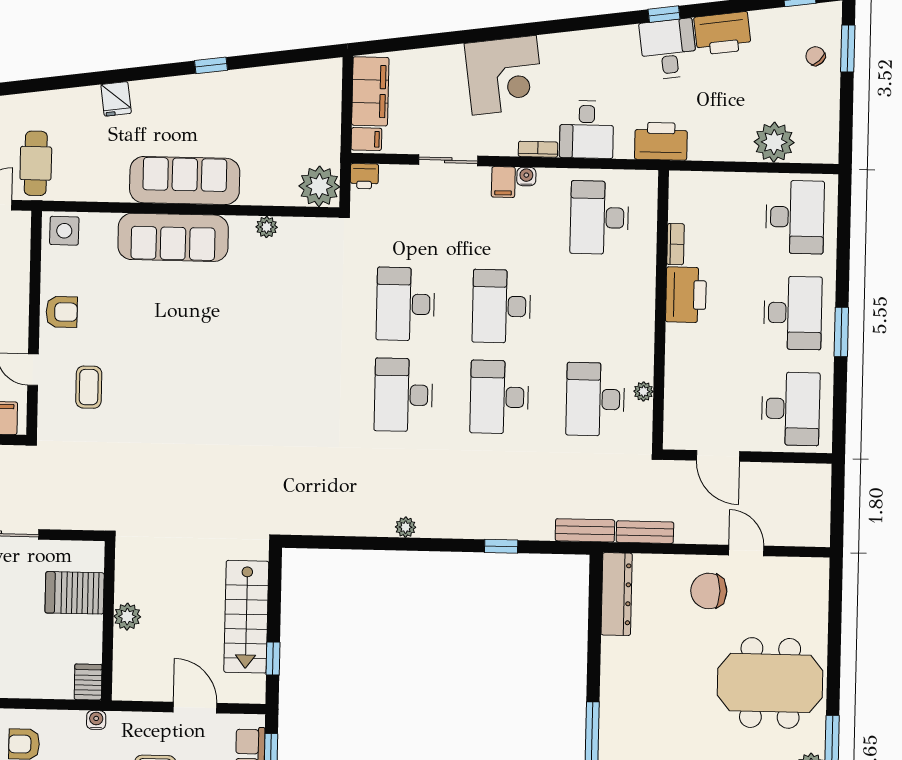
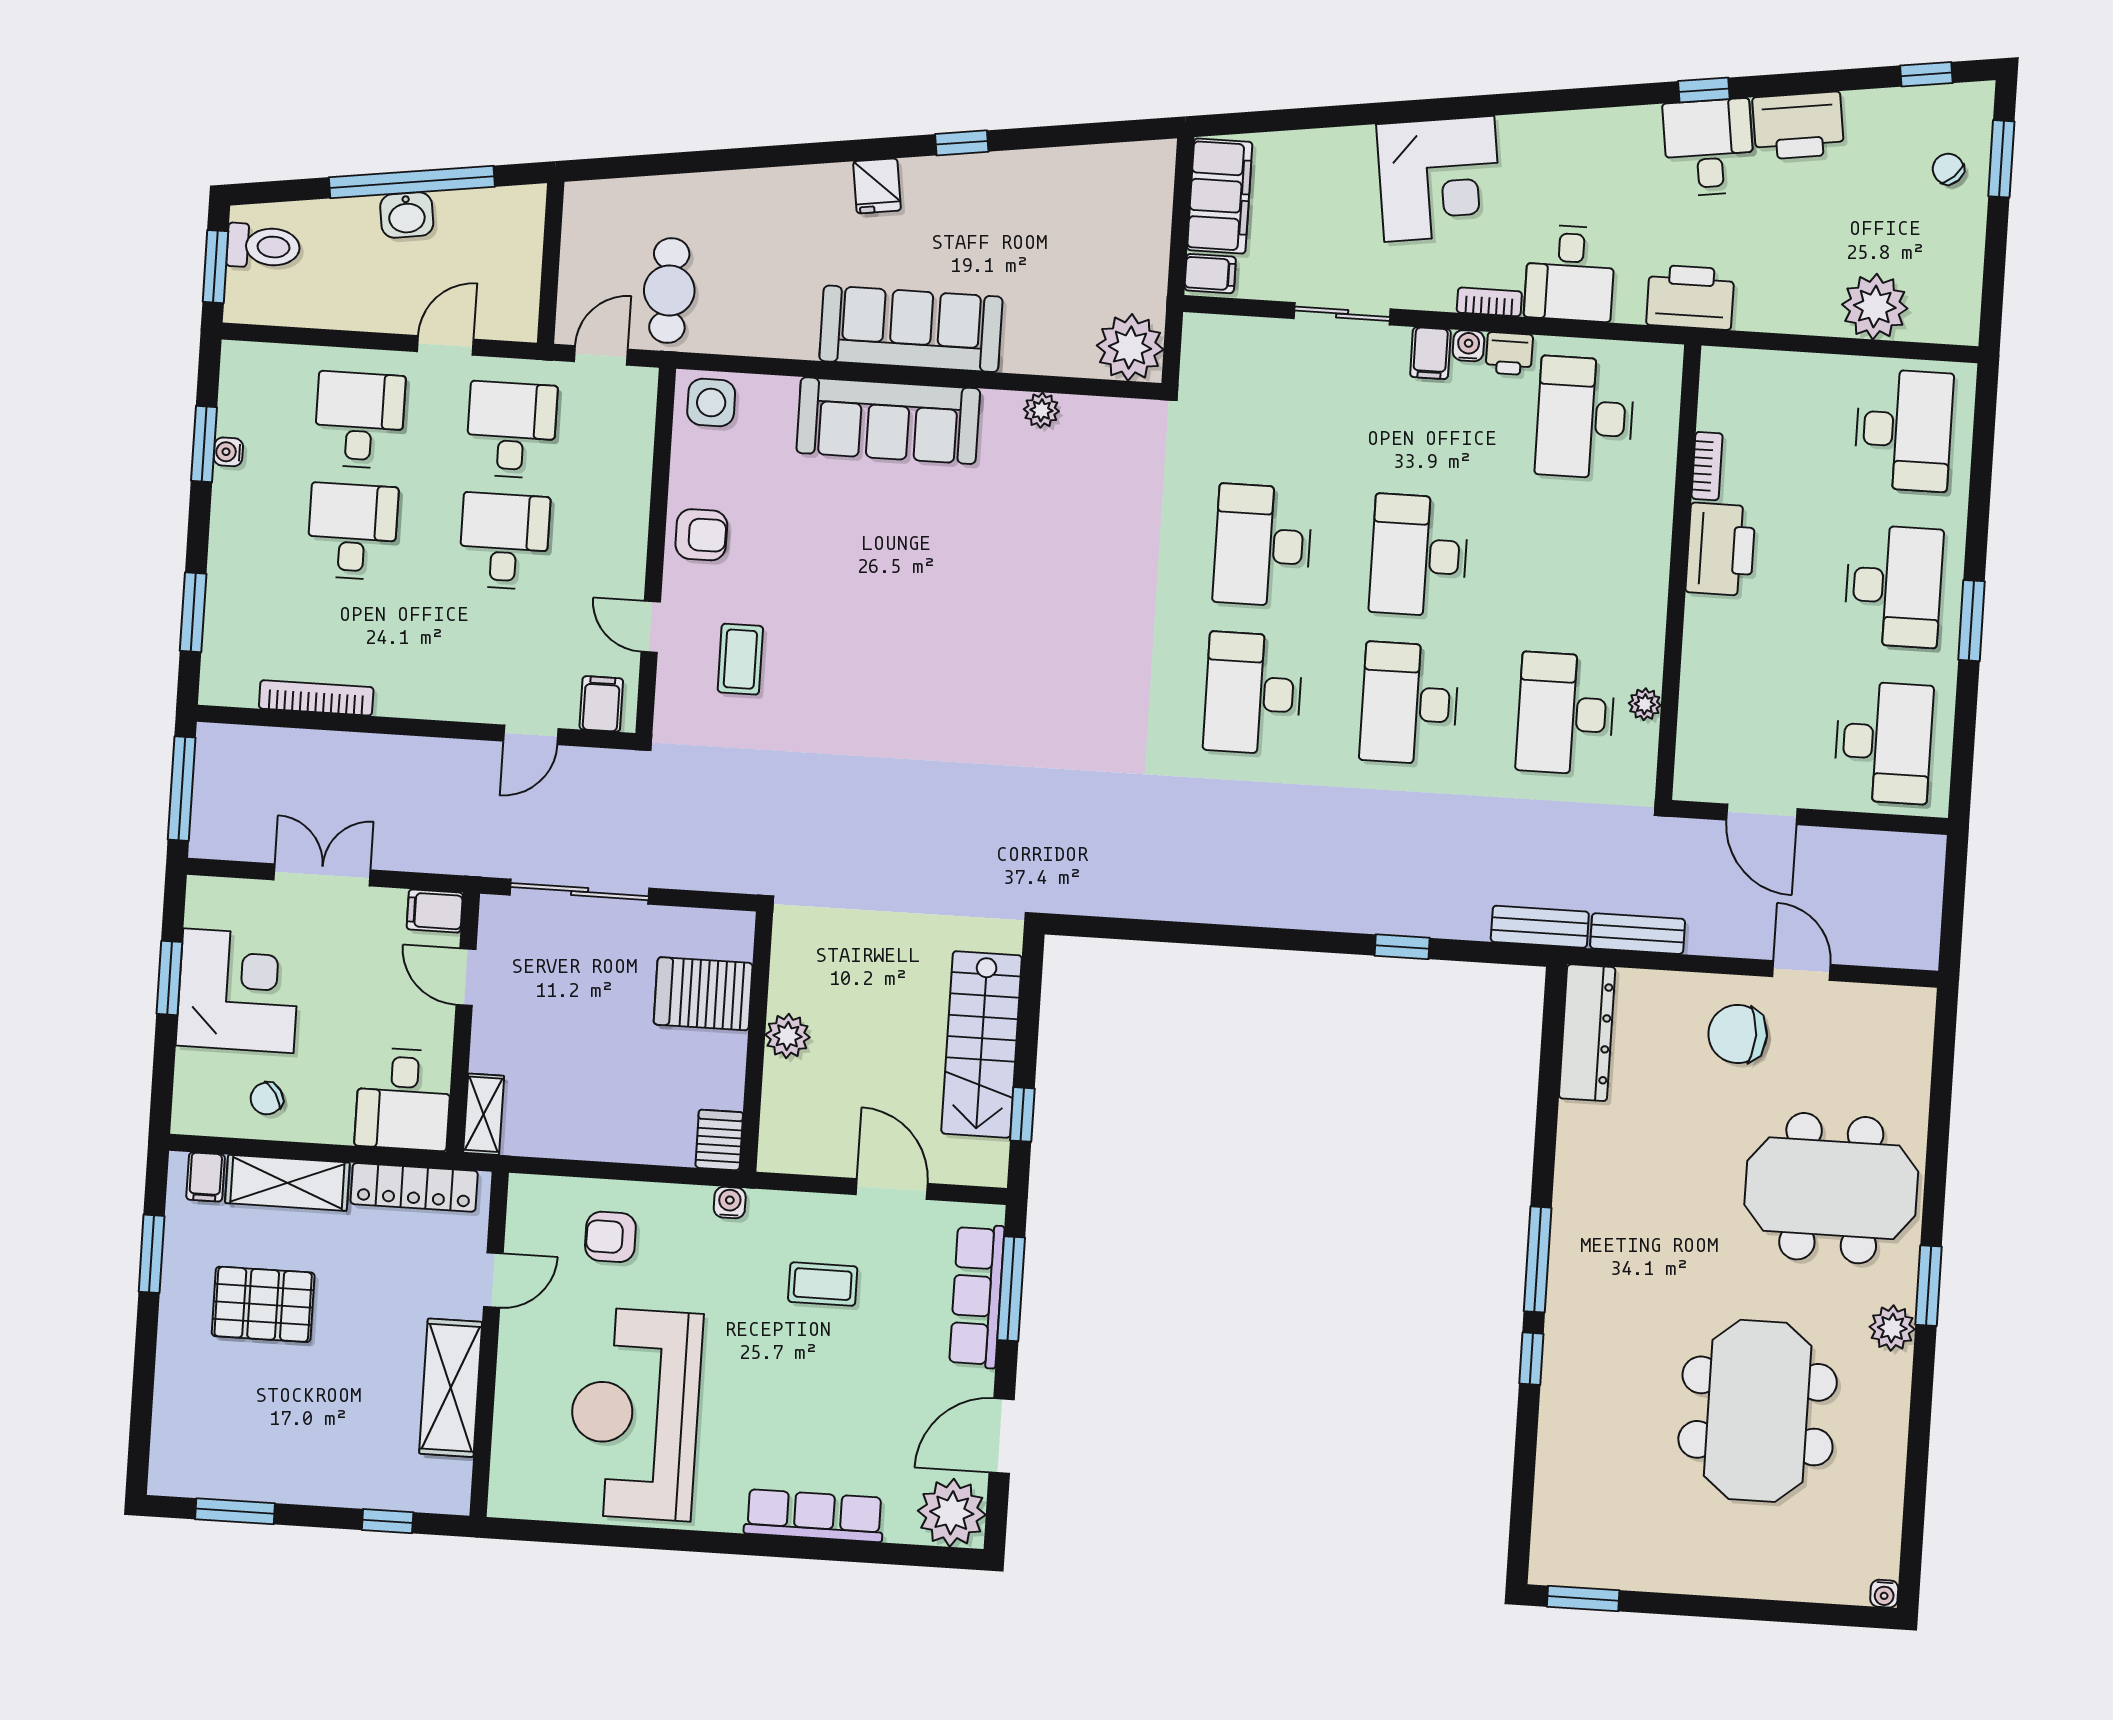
fridge: (116, 99) -> (877, 186), moved
printer: (364, 176) -> (1509, 354), moved
plant: (406, 527) -> (1248, 909), removed

